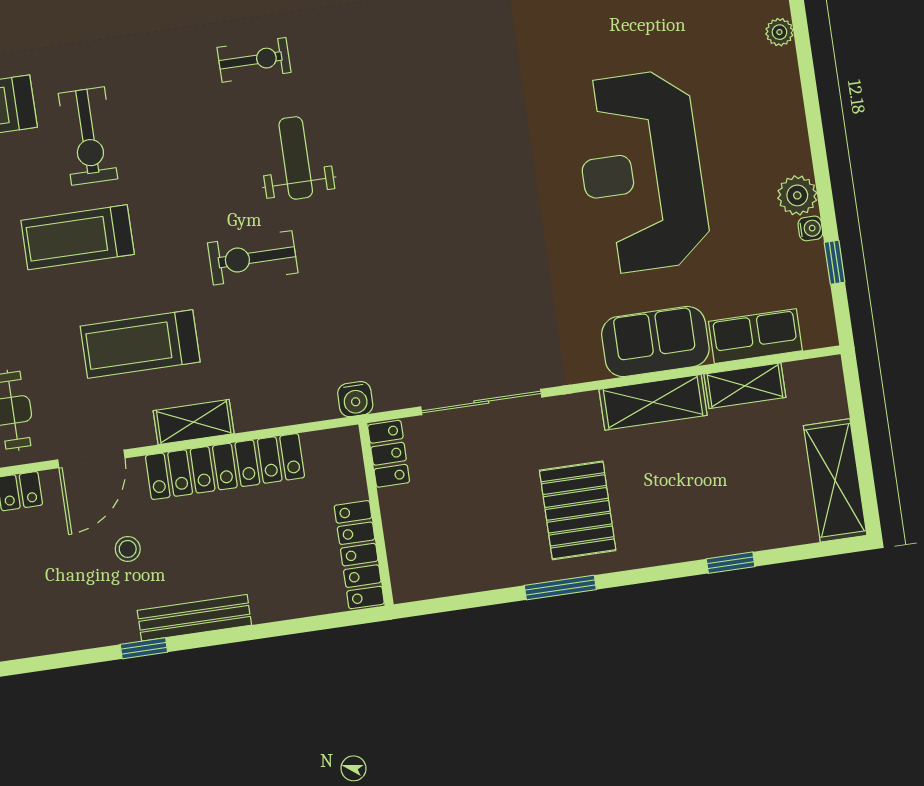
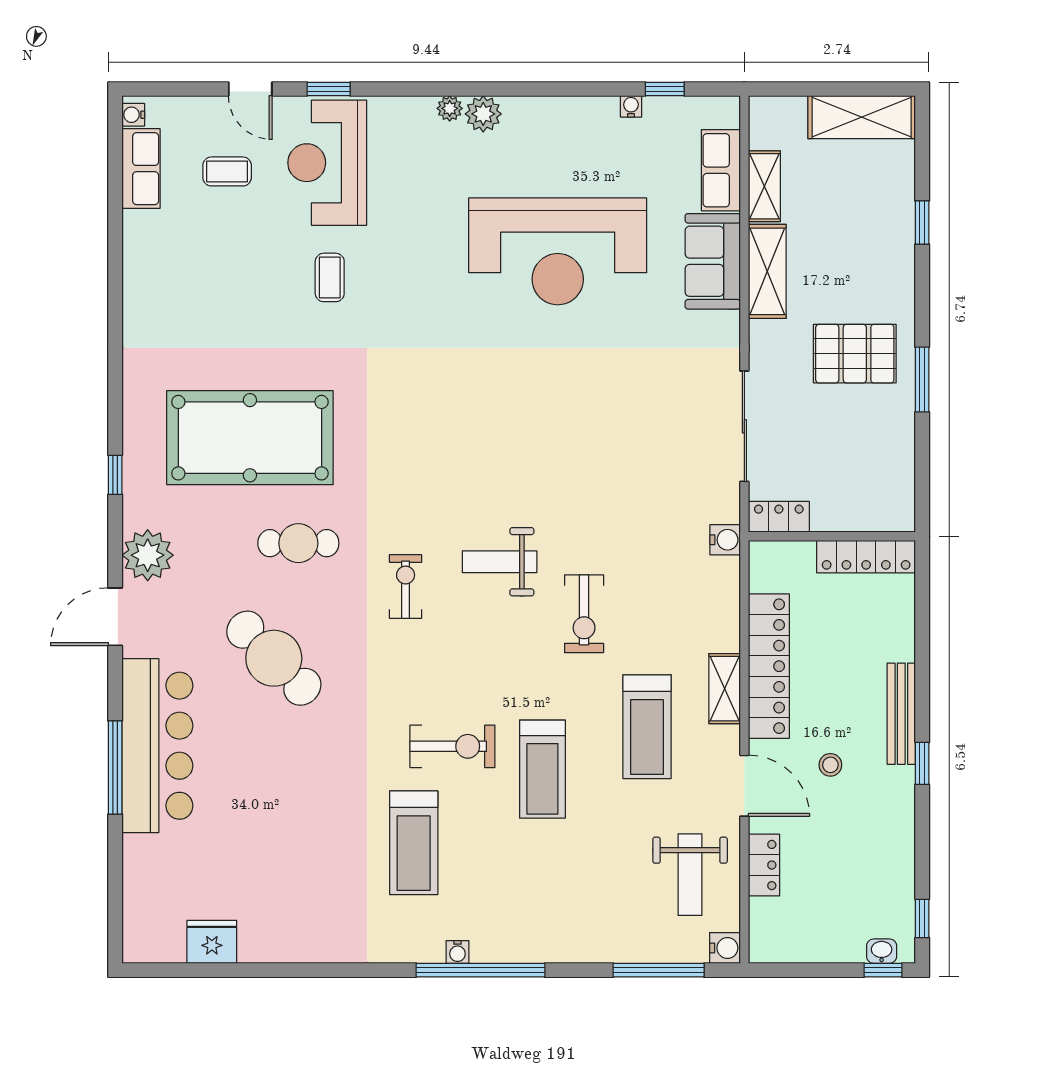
plant: (797, 195) -> (483, 114), moved

